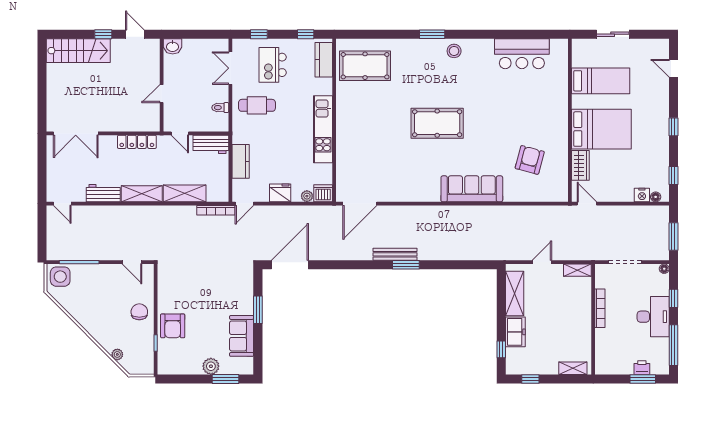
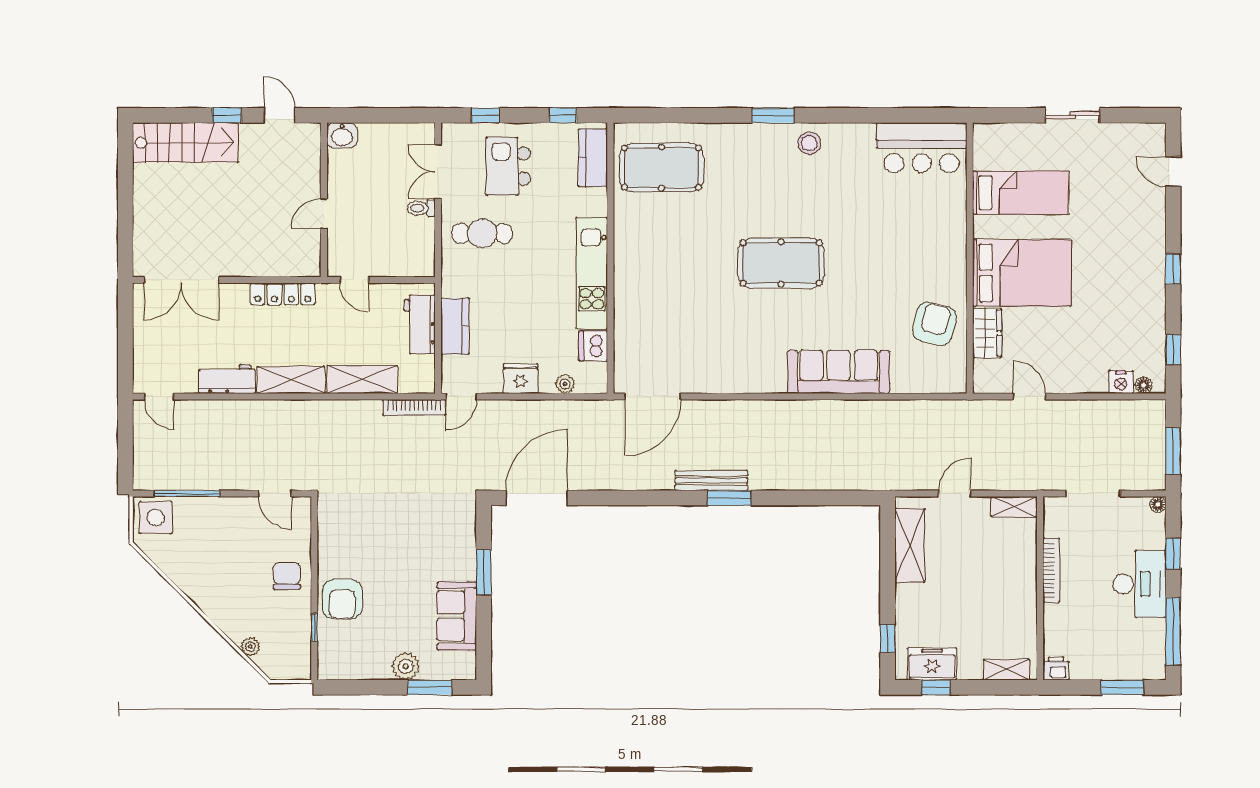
bed: (601, 81) -> (1021, 193), moved
toilet: (220, 108) -> (421, 208), moved
wall: (570, 120) -> (970, 258), moved
bed: (601, 129) -> (1022, 273), moved
workbench: (211, 144) -> (420, 324), moved, turned 90
wardrobe: (580, 165) -> (987, 333), moved
dishwasher: (323, 193) -> (593, 346), moved, turned -90
freezer: (515, 332) -> (932, 664), moved, turned -90
printer: (642, 368) -> (1056, 668), moved

